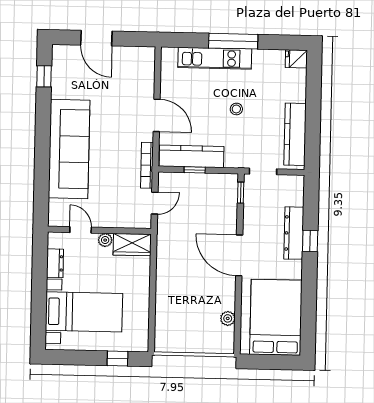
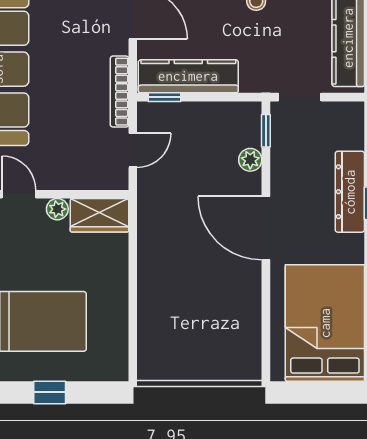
window: (195, 170) -> (164, 97), moved
plant: (228, 318) -> (250, 160), moved
window: (117, 358) -> (50, 392), moved

